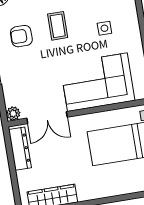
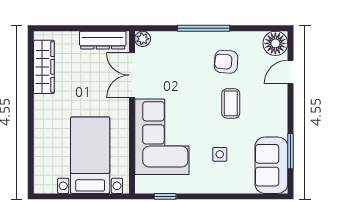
coffee table: (58, 26) -> (231, 103), turned 90
armchair: (21, 36) -> (226, 62), turned -86

